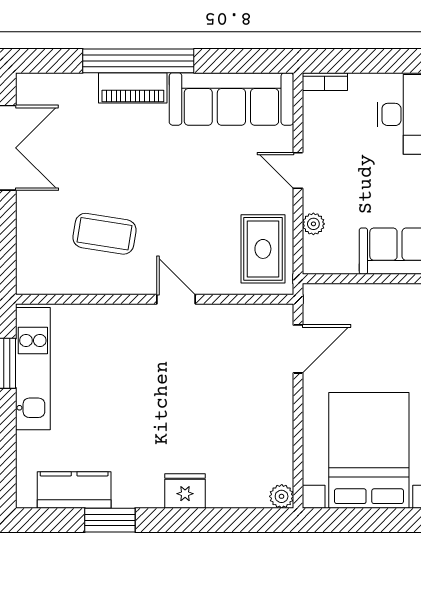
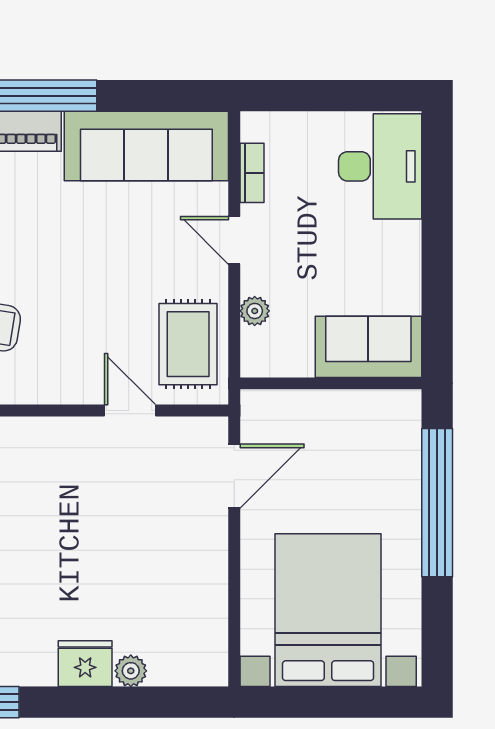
bookcase: (325, 82) -> (252, 173), moved, turned -90
door: (176, 299) -> (130, 410), moved
plant: (282, 496) -> (131, 671), moved

